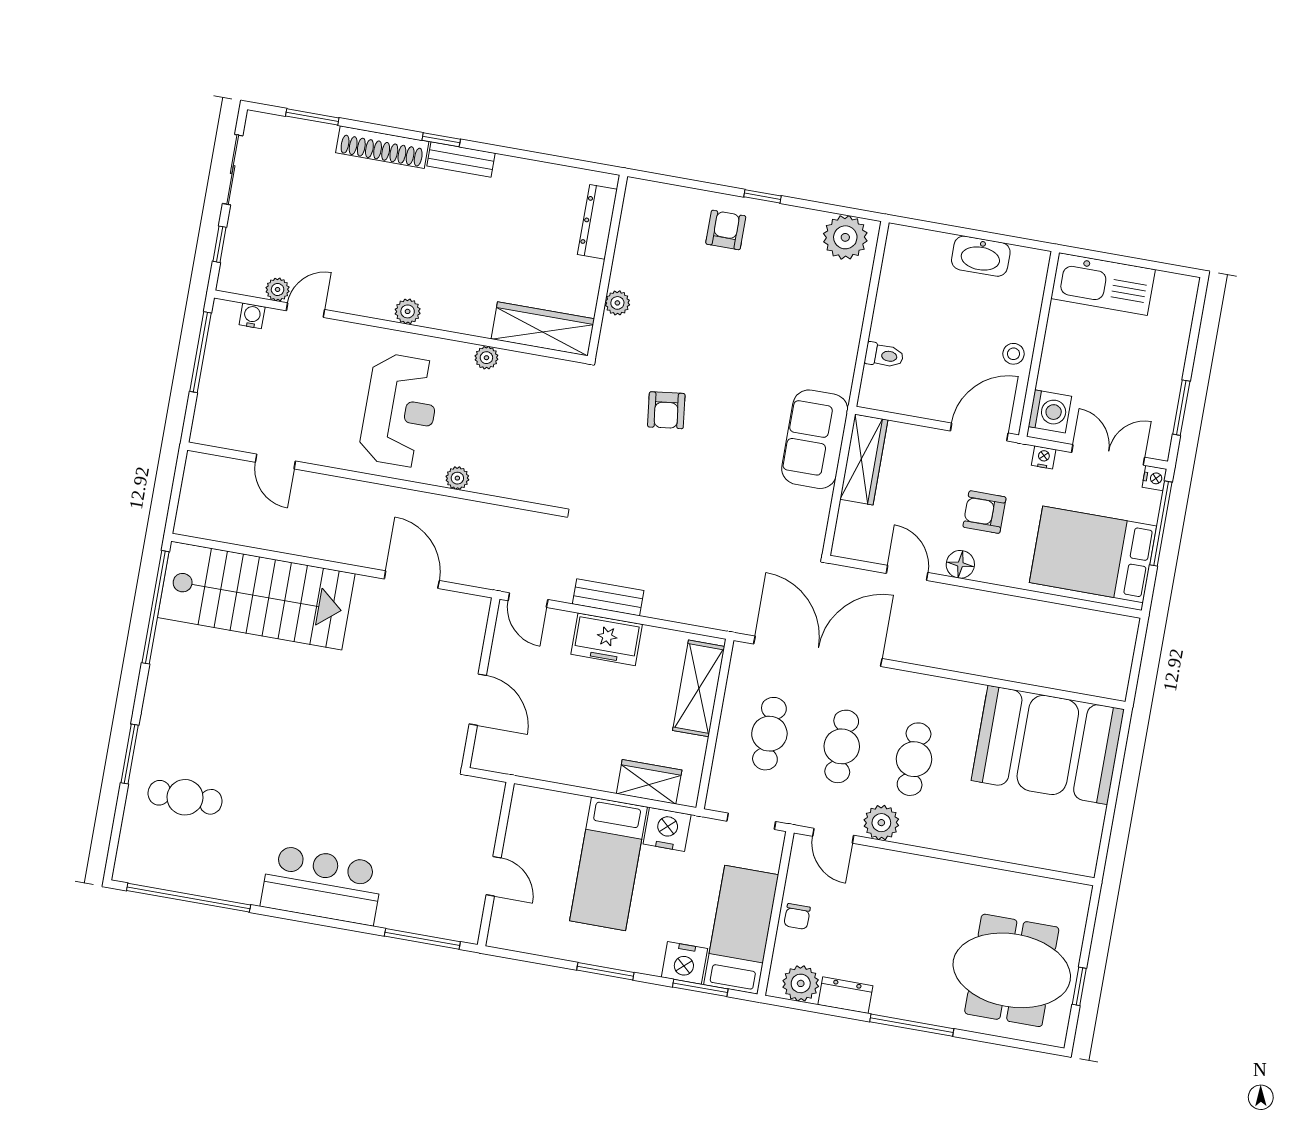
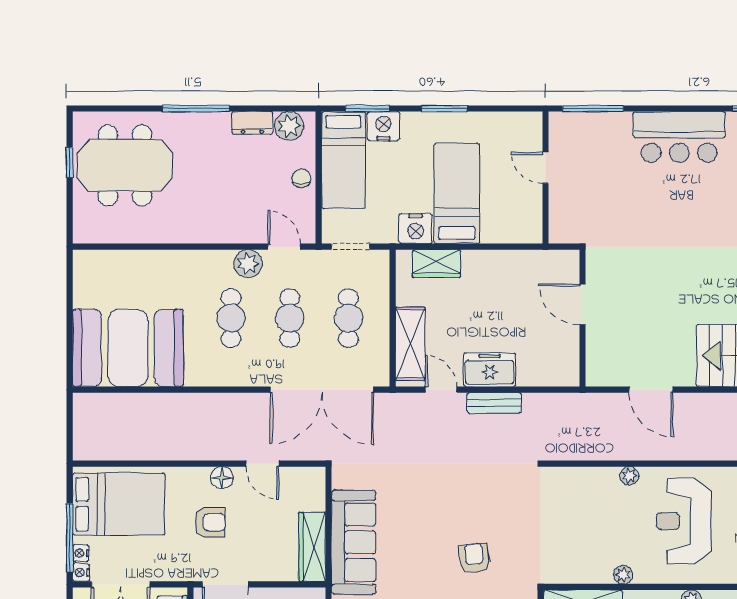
sofa: (815, 439) -> (354, 542), width x1.36
nightstand: (1044, 457) -> (81, 553), moved, turned 90
door: (528, 600) -> (441, 390), moved

